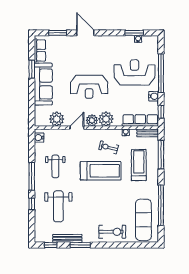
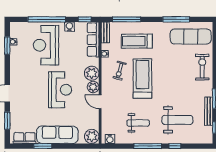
plant: (57, 119) -> (92, 136), moved
window: (161, 205) -> (176, 19), width x0.68

